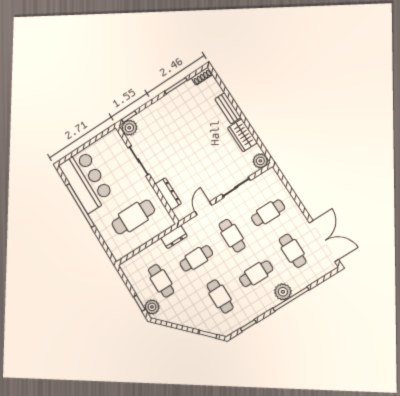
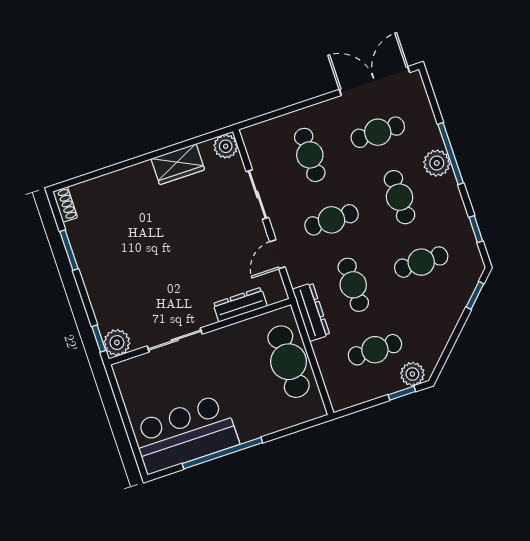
bench: (228, 108) -> (128, 176), removed
door: (203, 208) -> (277, 254), hinge flipped
cafe table: (133, 217) -> (289, 362), moved
dresser: (174, 237) -> (311, 312), width x1.44

